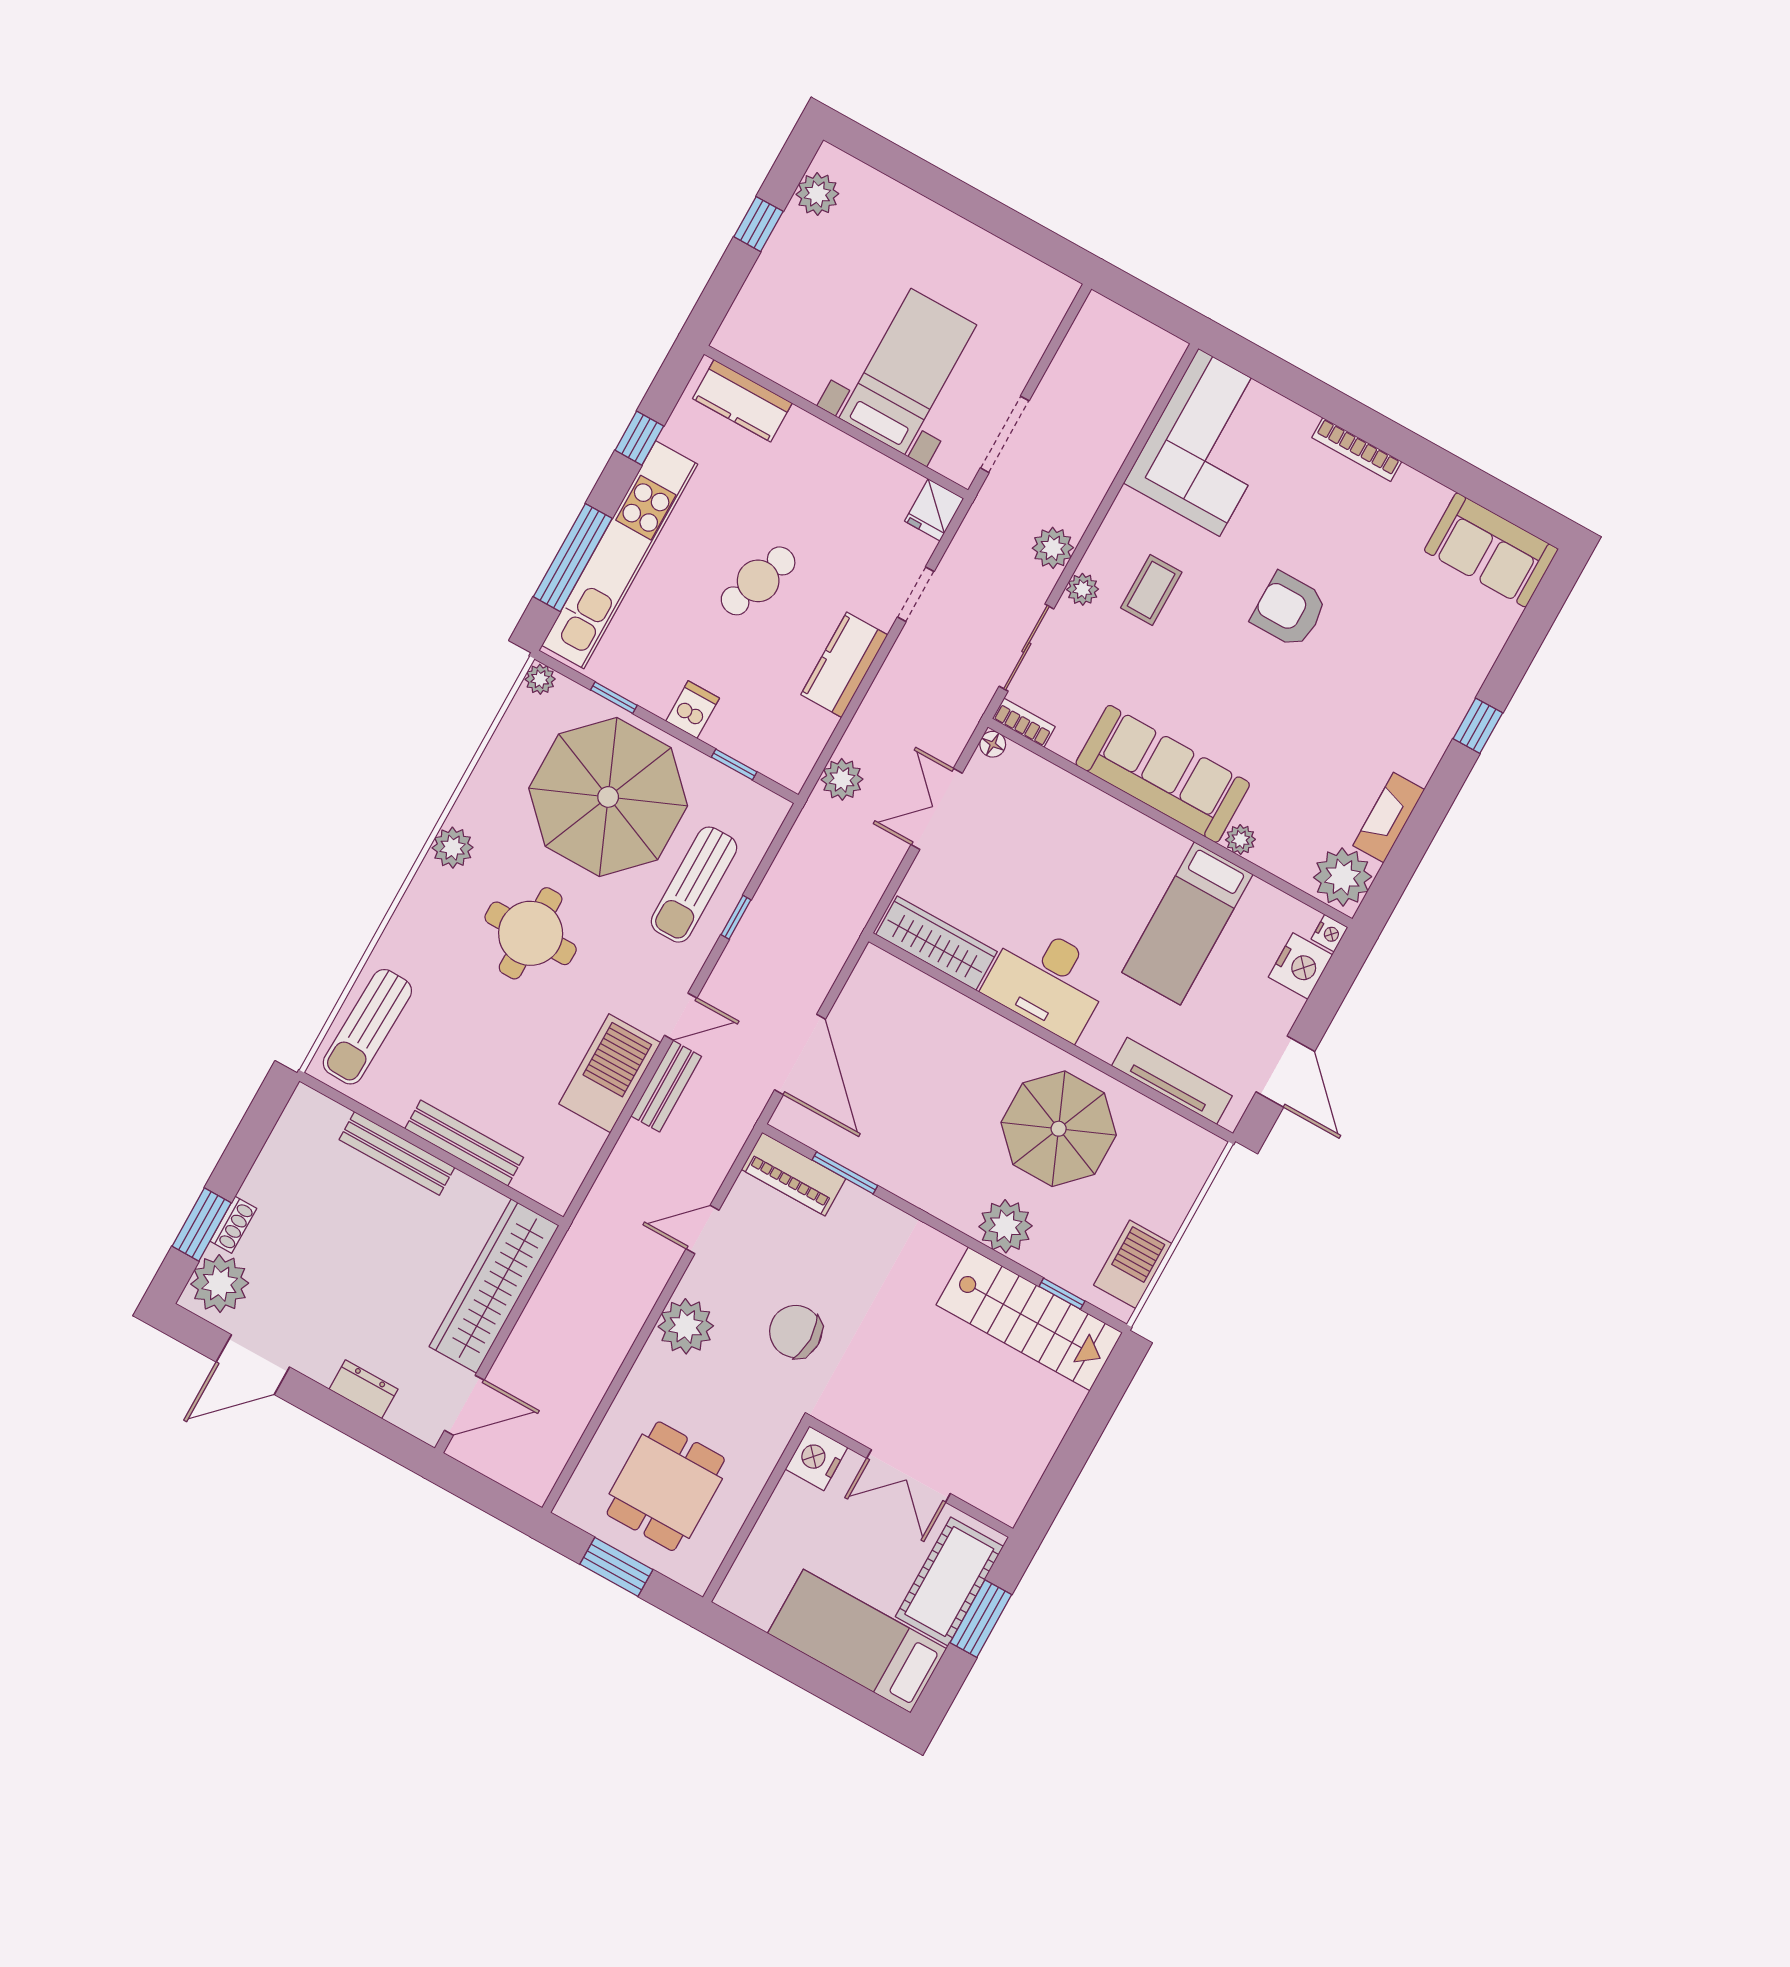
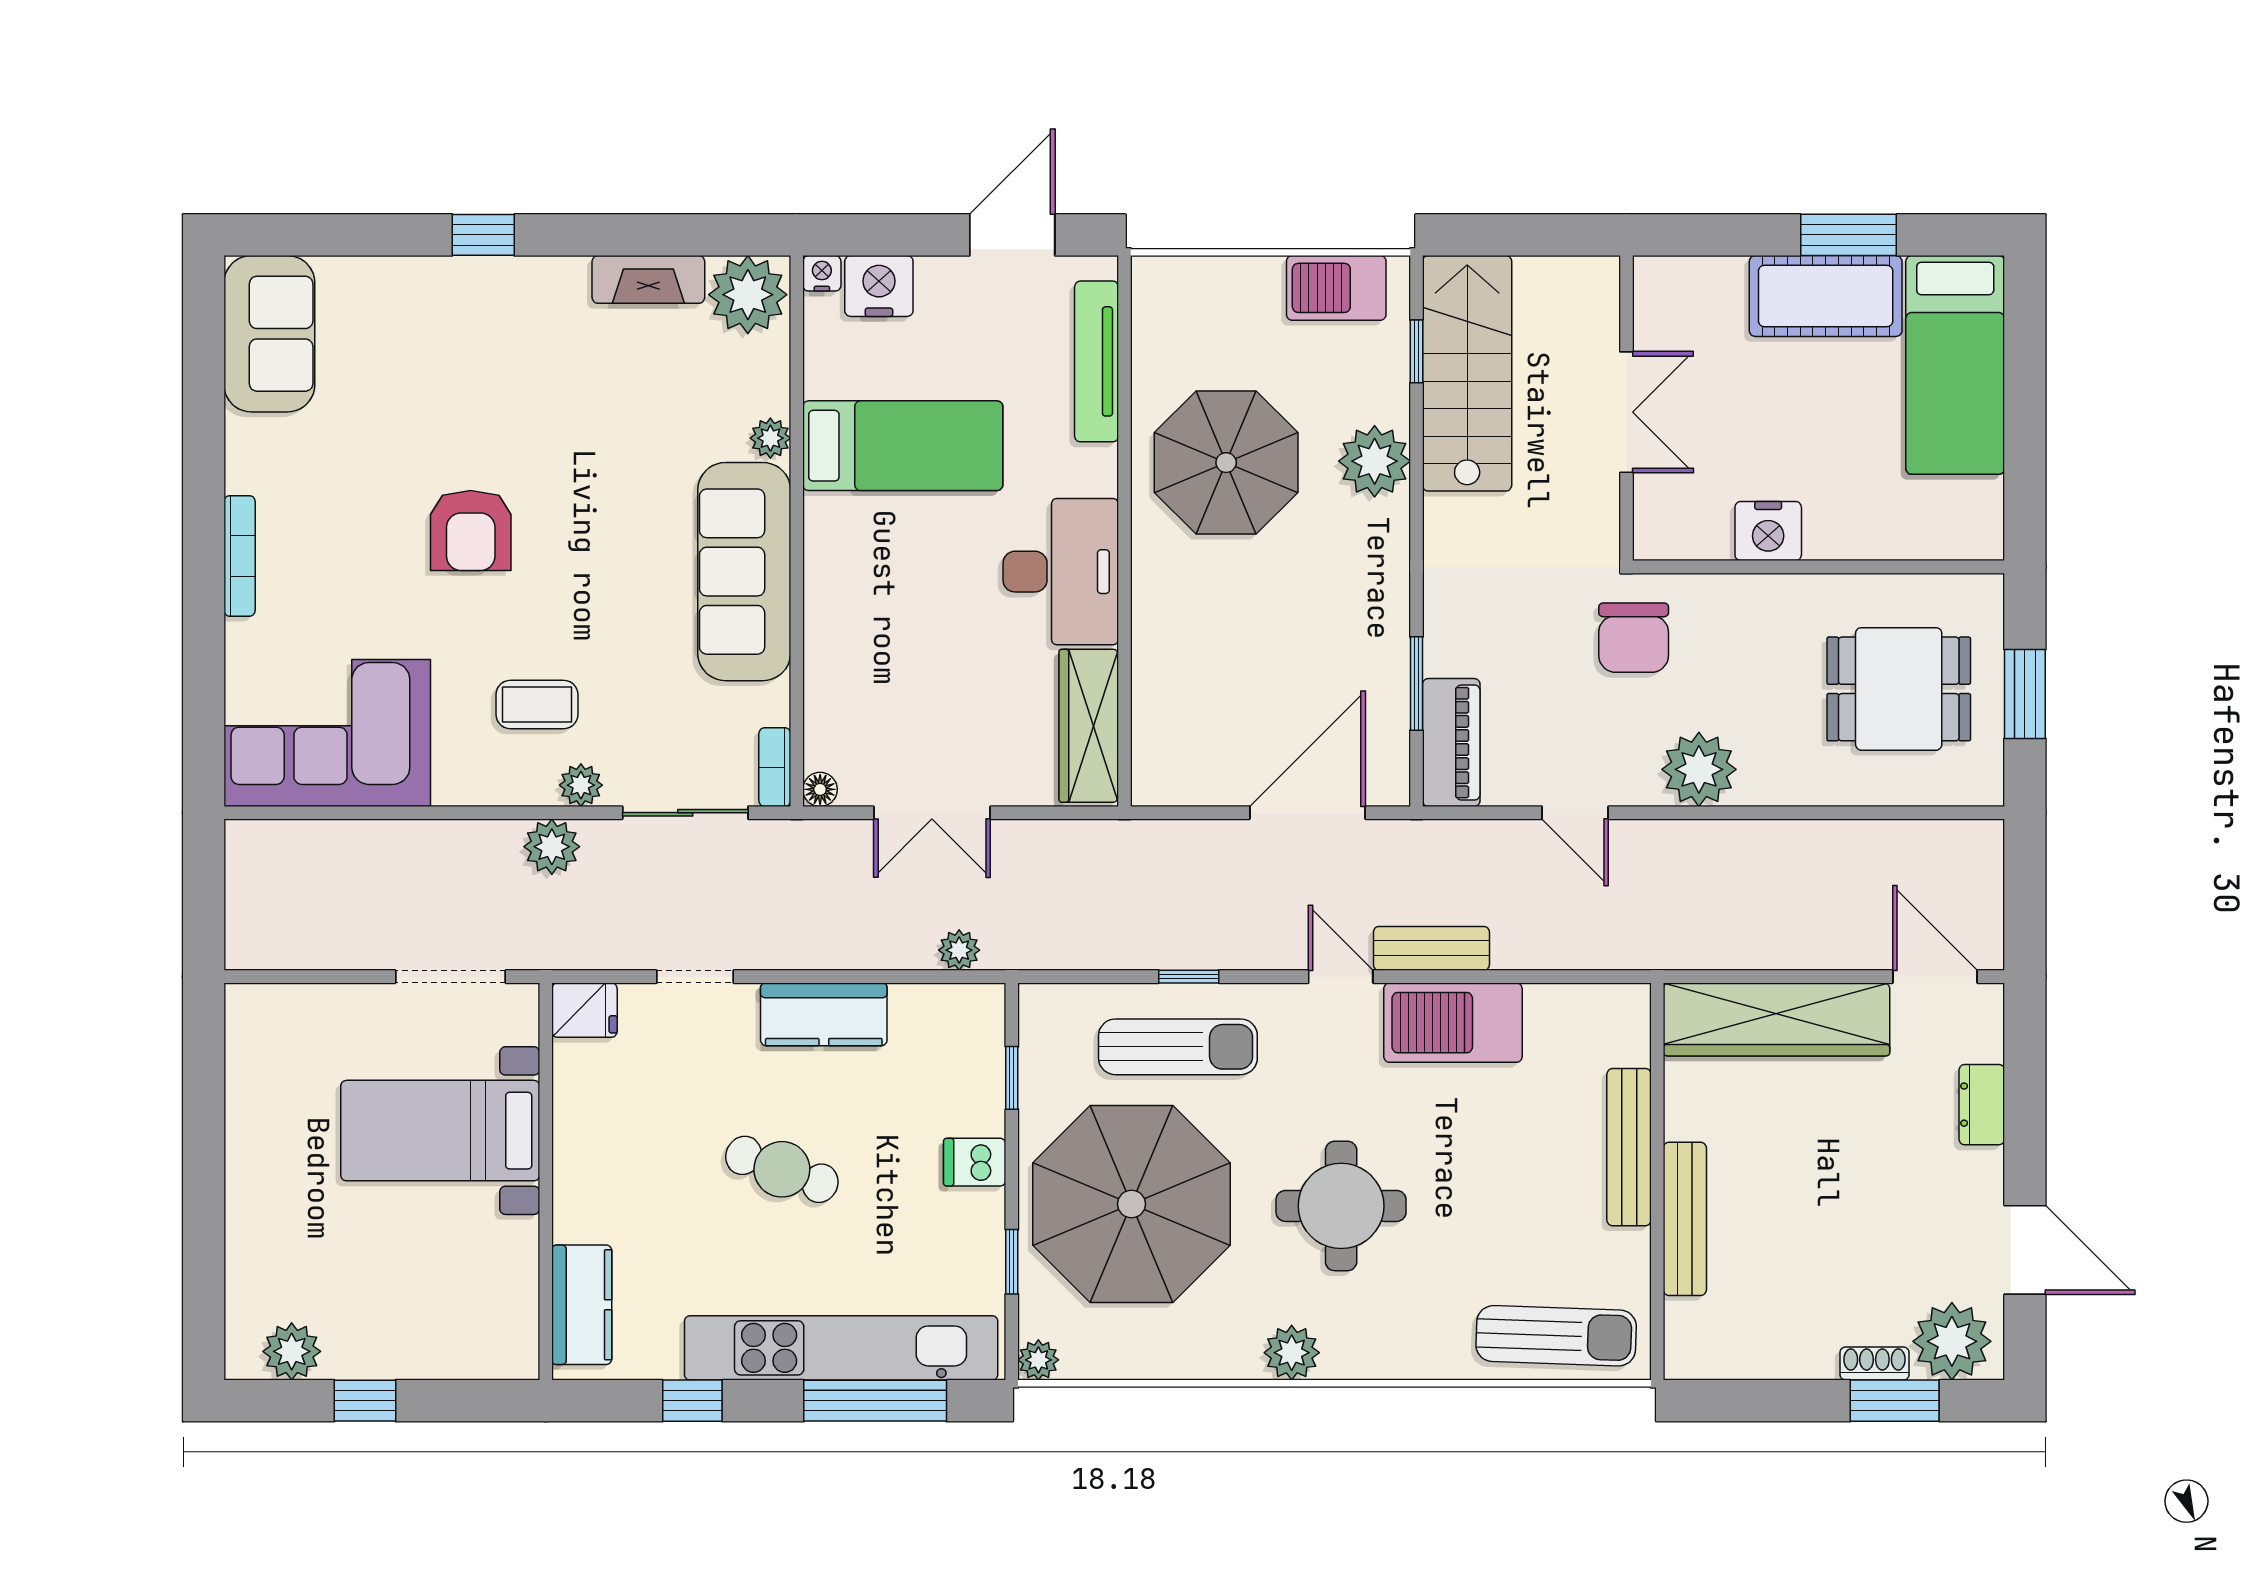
plant: (842, 779) -> (959, 950), width x0.73, depth x0.73
double door: (909, 1476) -> (1626, 412), moved
wall: (911, 1477) -> (1626, 408), moved

